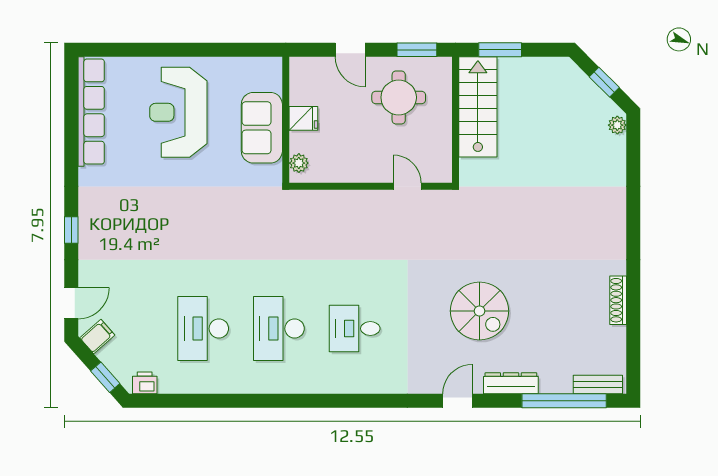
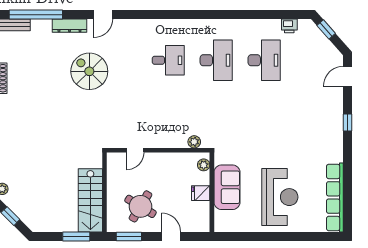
round table: (399, 97) -> (140, 206), turned 31
door: (407, 186) -> (135, 150), hinge flipped
plant: (314, 200) -> (194, 142), added
filing cabinet: (97, 337) -> (331, 55), removed
printer: (145, 383) -> (289, 26), moved

